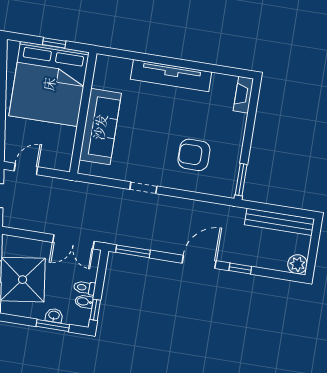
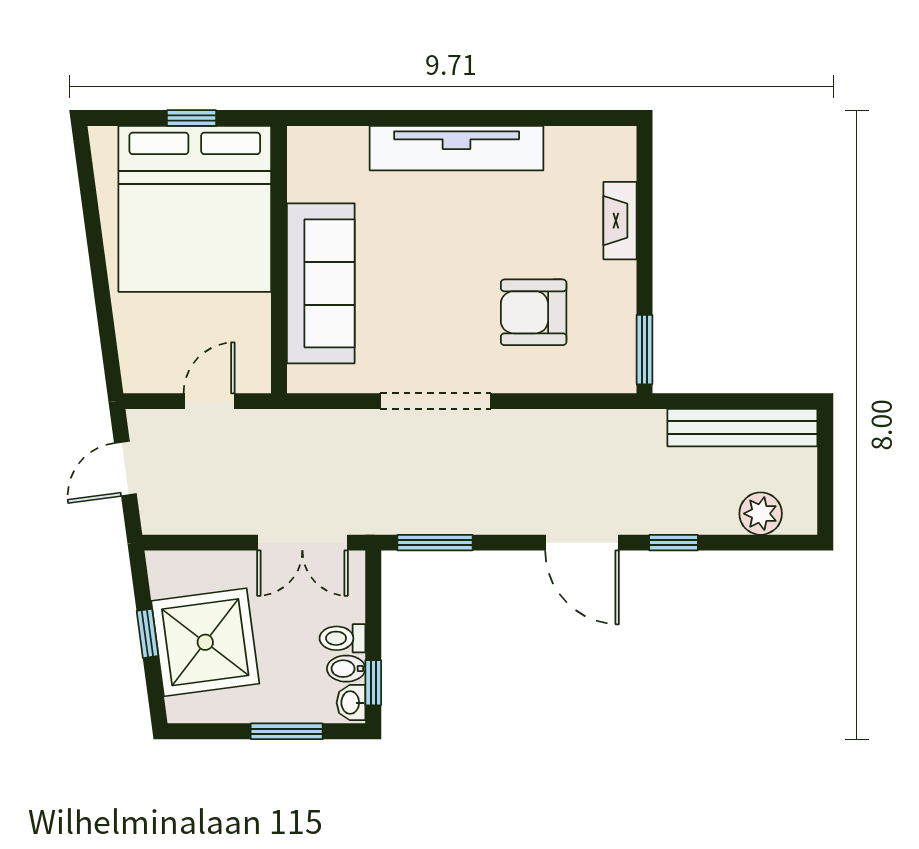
fireplace: (243, 95) -> (620, 221), moved
door: (26, 169) -> (209, 401), moved
doorway: (143, 188) -> (436, 401), width x1.88
door: (199, 262) -> (582, 543), swing flipped
plant: (298, 264) -> (761, 514), moved
washbasin: (54, 315) -> (351, 703), moved, turned -90

